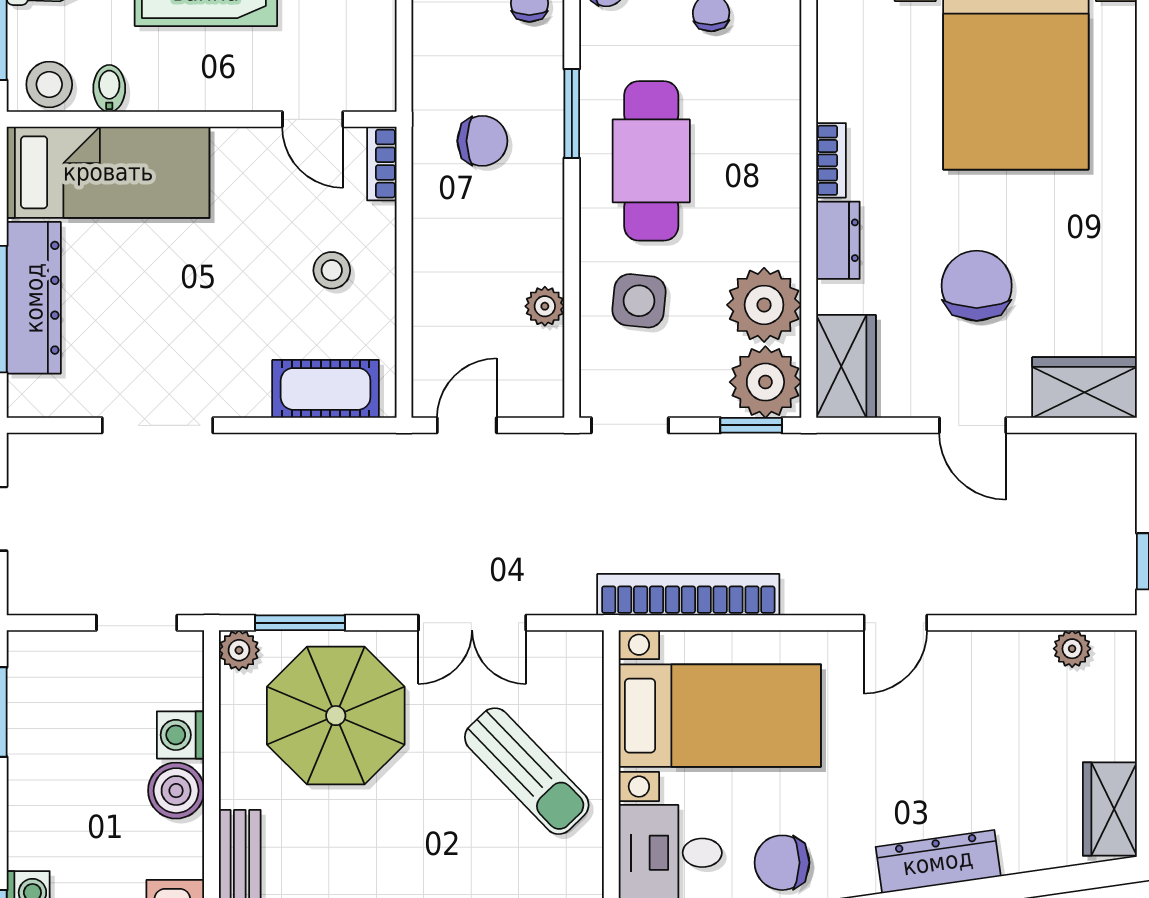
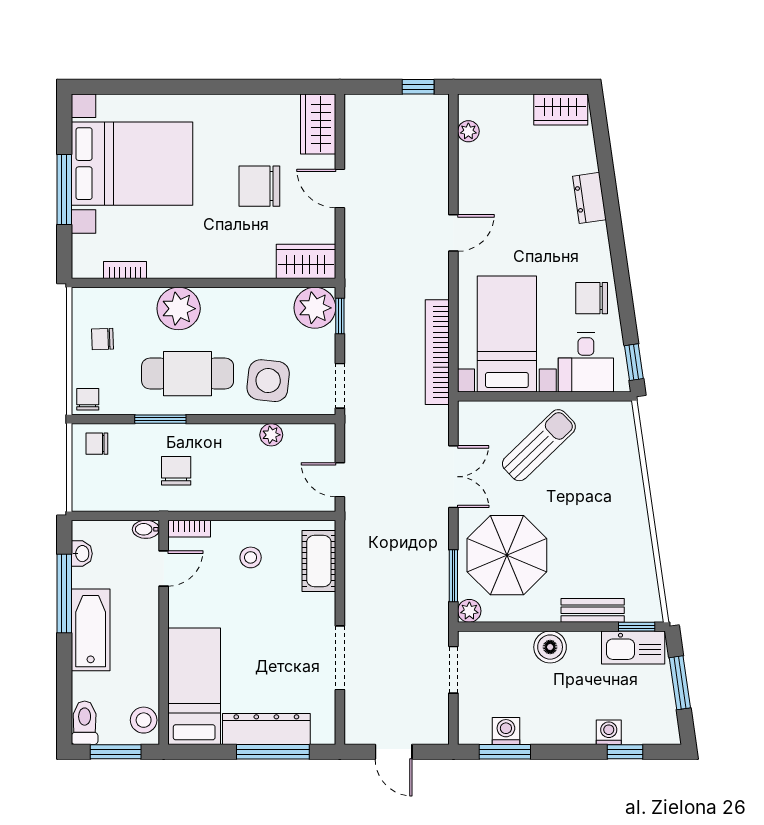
bidet: (109, 88) -> (146, 529), moved
bookcase: (831, 160) -> (125, 270), moved
dresser: (838, 240) -> (233, 266), removed
side table: (639, 301) -> (268, 381), width x1.37, depth x1.37
plant: (764, 305) -> (179, 309), moved
door: (973, 425) -> (340, 188), swing flipped
door: (895, 623) -> (453, 233), hinge flipped
washing machine: (180, 735) -> (506, 731), moved, turned 180
dresser: (938, 862) -> (589, 198), width x0.70
chair: (782, 863) -> (592, 298), turned 90

